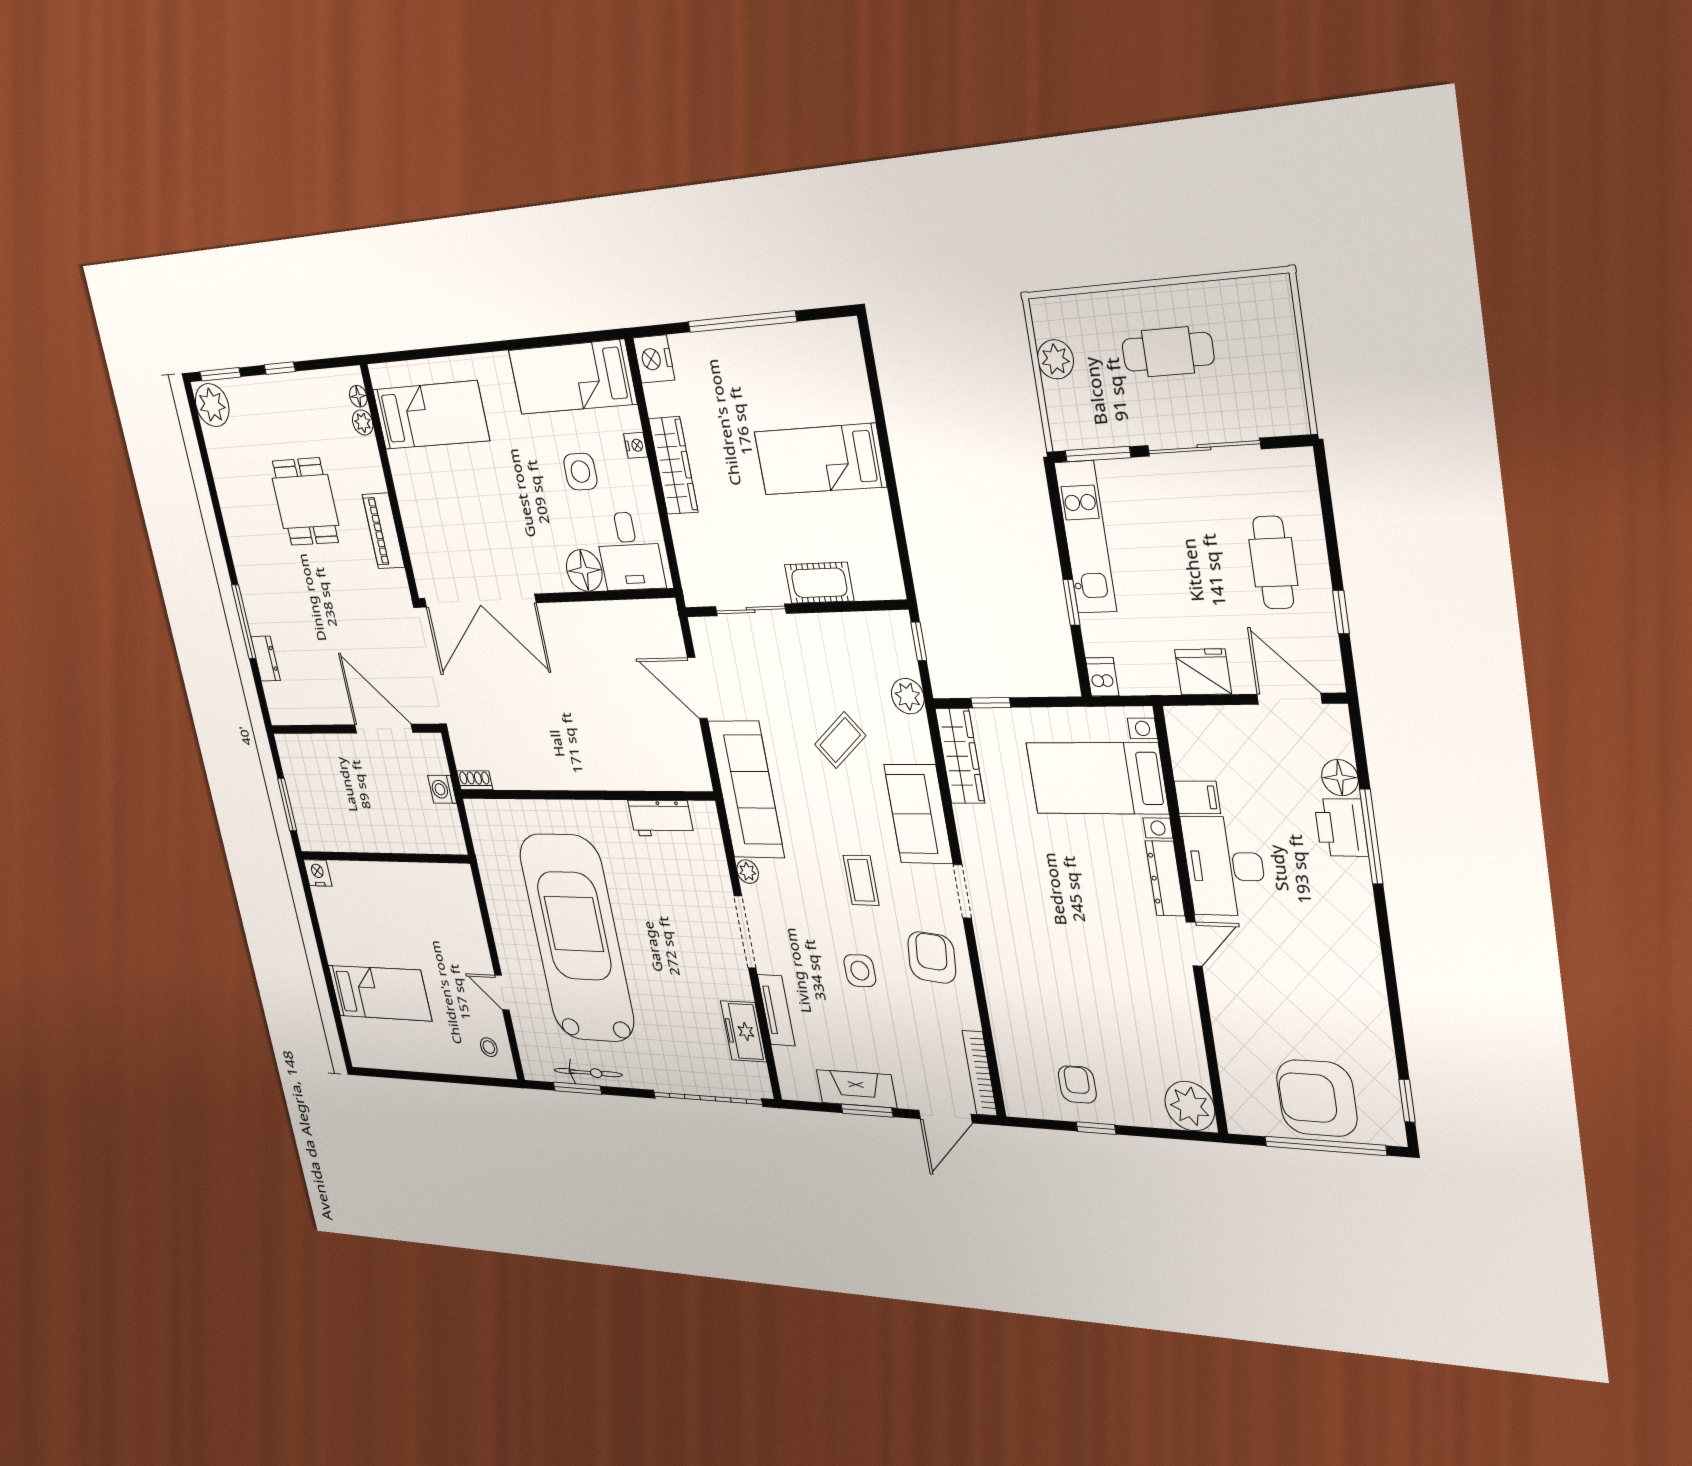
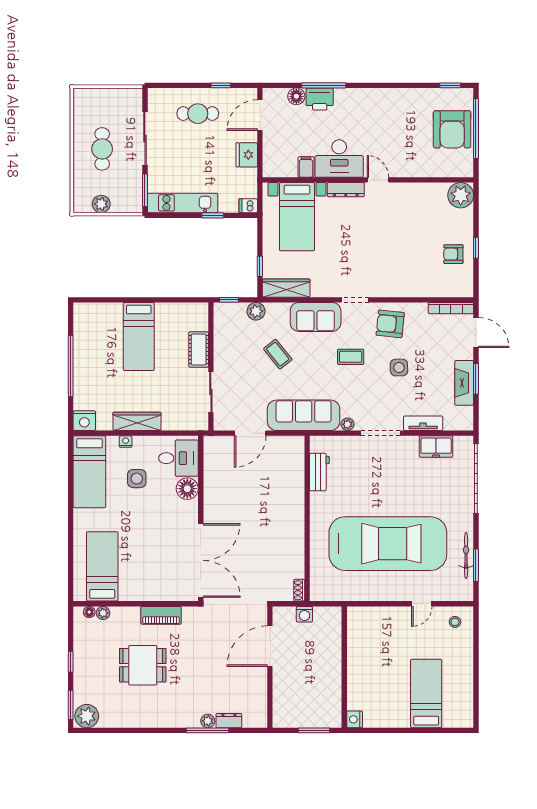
plant: (256, 622) -> (208, 721), added
car: (577, 938) -> (388, 544), turned 180

